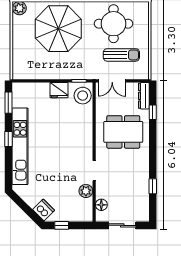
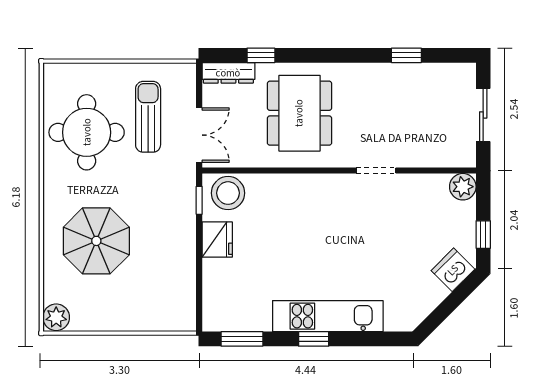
parasol: (58, 29) -> (96, 241), width x0.73, depth x0.73
kitchen unit: (20, 146) -> (328, 316), width x0.73
plant: (86, 191) -> (463, 187), moved
floor lamp: (101, 205) -> (443, 156), removed

